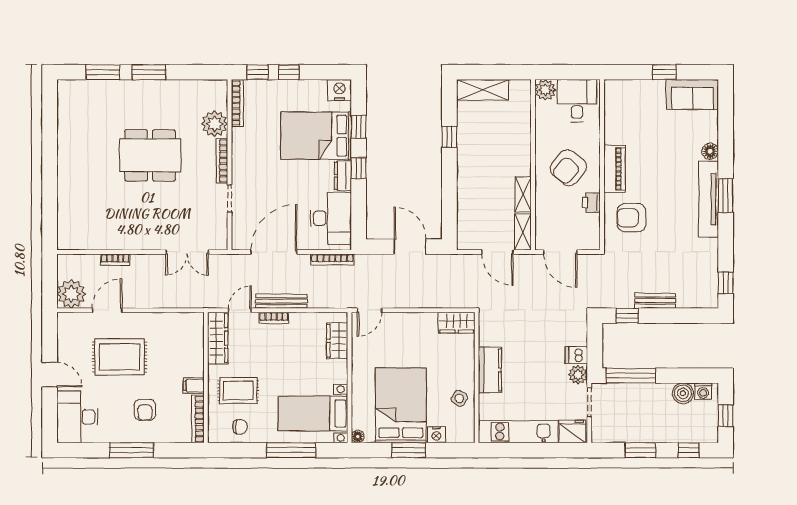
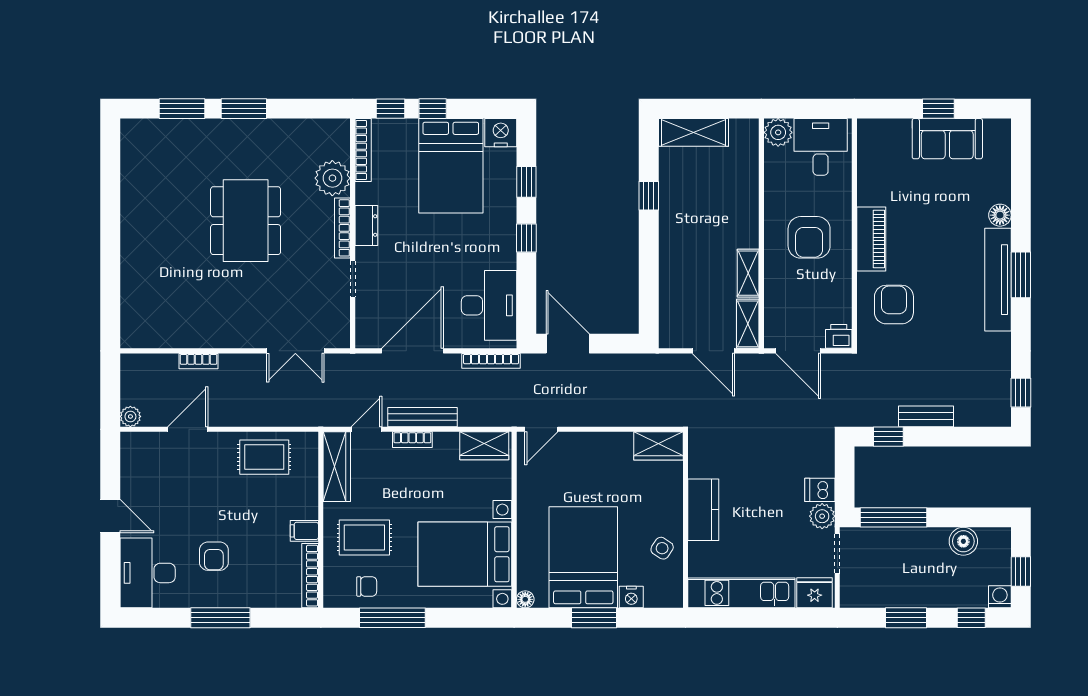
sofa: (692, 94) -> (947, 139), moved
bed: (316, 136) -> (451, 166), moved, turned -90
dining table: (150, 155) -> (246, 221), turned 90
armchair: (568, 168) -> (809, 237), turned -39
dresser: (343, 176) -> (366, 226), moved, turned 180
printer: (591, 203) -> (839, 336), moved, turned 90
armchair: (631, 218) -> (894, 305), turned 90
door: (410, 247) -> (568, 344), moved
plant: (71, 294) -> (130, 416), width x0.53, depth x0.53
wardrobe: (337, 341) -> (484, 446), moved, turned -90
rug: (120, 357) -> (264, 457), moved, width x0.73, depth x0.70
washing machine: (703, 391) -> (1000, 597), moved, turned 180
armchair: (145, 410) -> (214, 556), moved
bed with nightstands: (313, 414) -> (465, 554), width x1.36
window: (291, 450) -> (392, 618), moved

